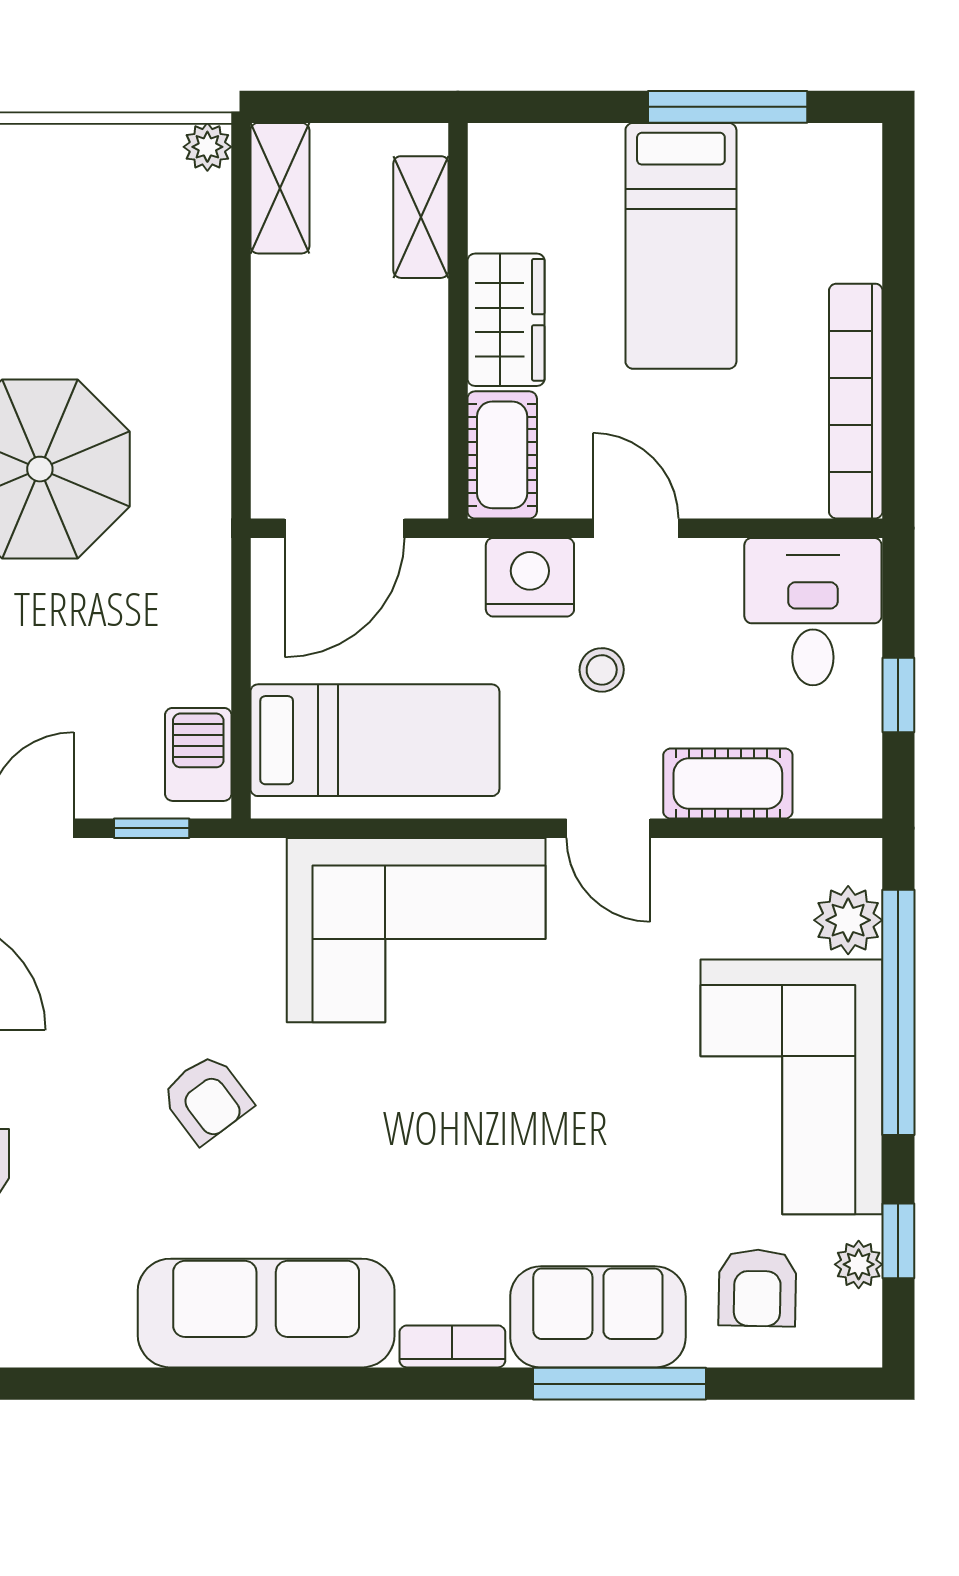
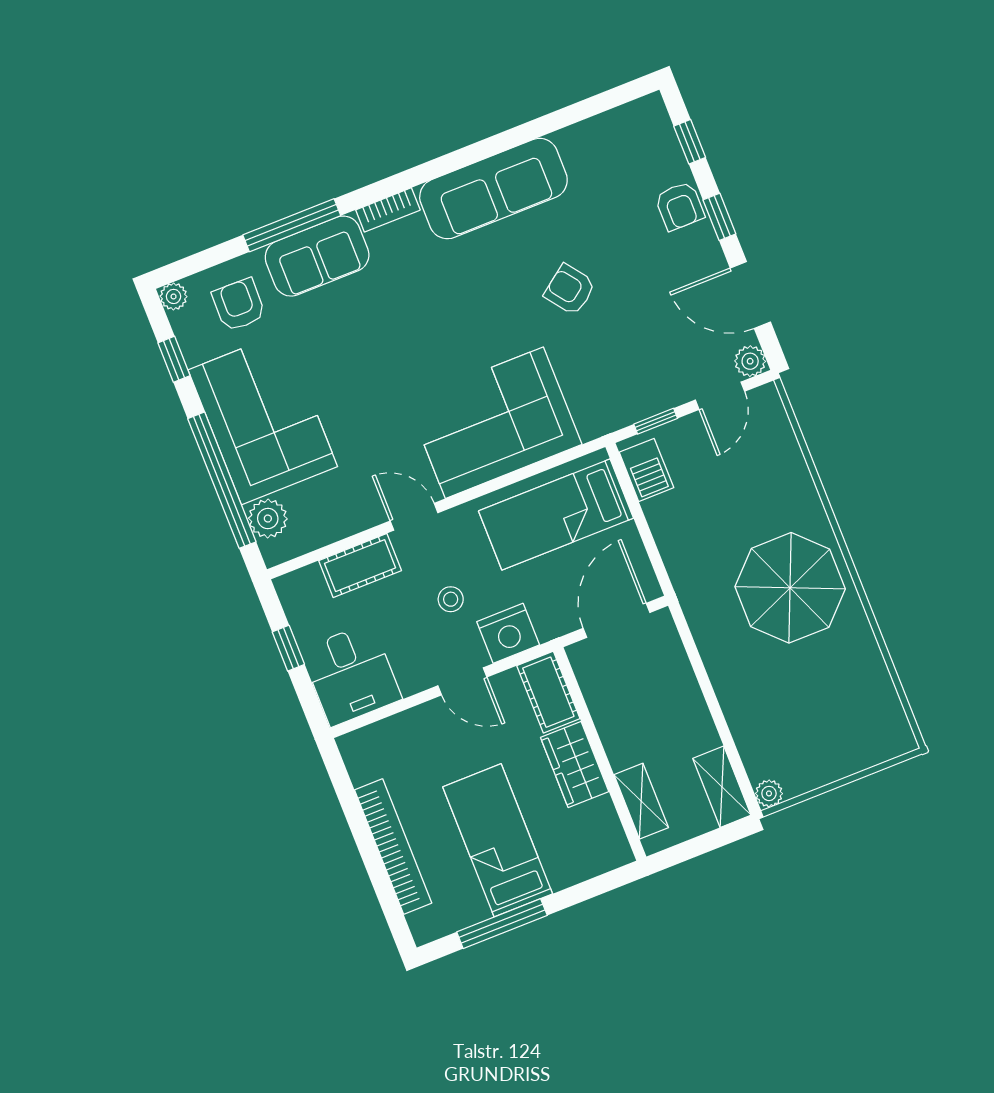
bookcase: (856, 401) -> (393, 847), moved
plant: (859, 1264) -> (174, 296), moved

